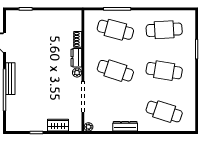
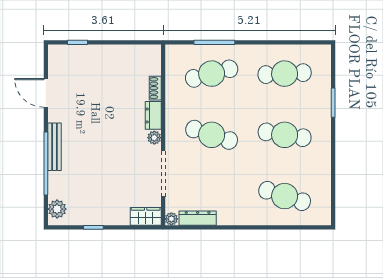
cafe table: (115, 30) -> (212, 74), turned -30
plant: (12, 120) -> (57, 209), added
wardrobe: (58, 125) -> (146, 216), moved
dresser: (125, 126) -> (198, 218), moved

